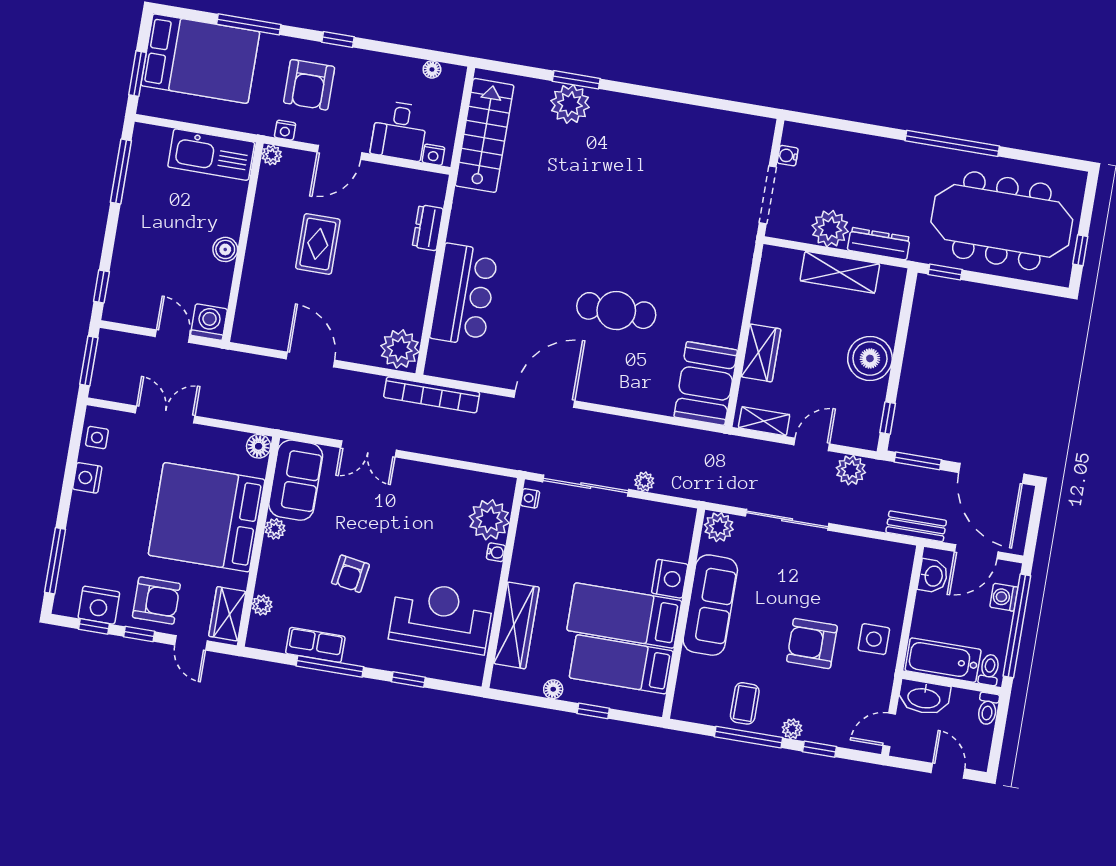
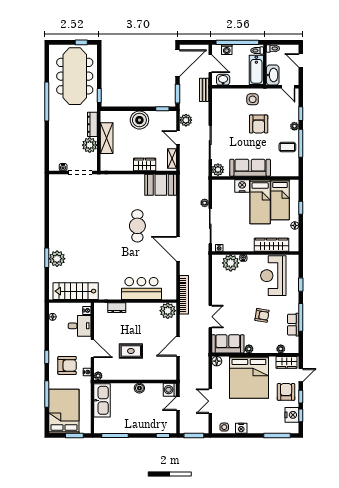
door: (948, 771) -> (301, 60), hinge flipped

